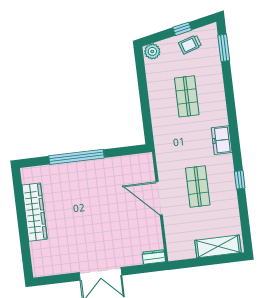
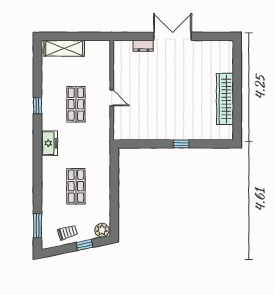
window: (182, 29) -> (84, 245), moved
window: (77, 157) -> (181, 144), width x0.32
door: (159, 198) -> (112, 98), width x0.53
dresser: (154, 257) -> (143, 46), moved

